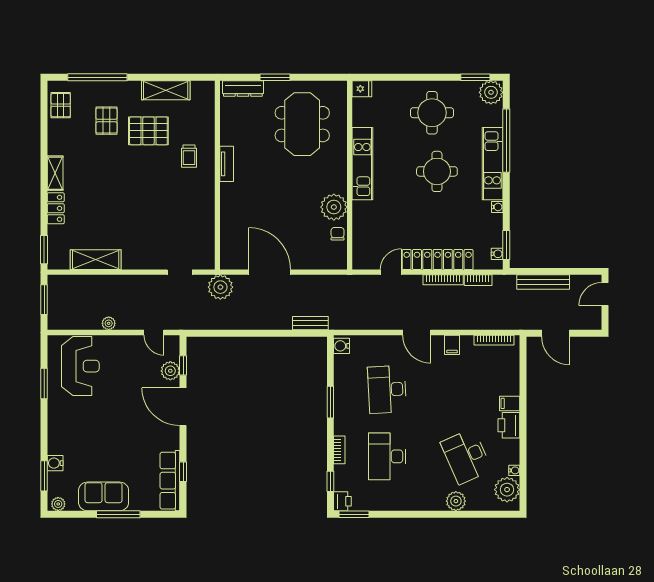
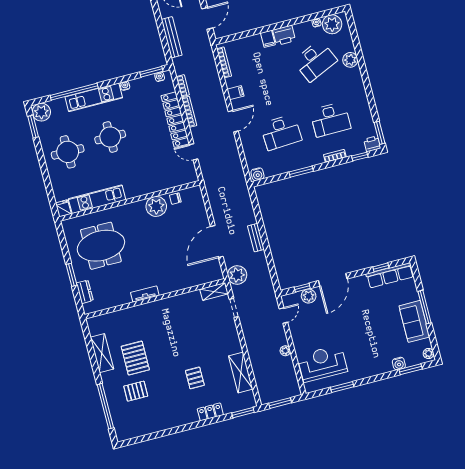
dresser: (243, 88) -> (85, 292), width x0.70
pallet: (61, 105) -> (195, 378), moved, turned 90
trolley: (189, 156) -> (146, 323), removed
kitchen unit: (362, 164) -> (97, 199), moved
shelving: (55, 173) -> (214, 291), moved
bench: (310, 323) -> (256, 238), moved

